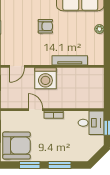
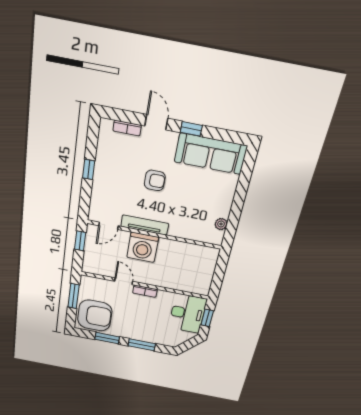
plant: (99, 29) -> (221, 224), moved
tv unit: (70, 60) -> (145, 225), moved
desk: (91, 123) -> (187, 313), width x1.37

